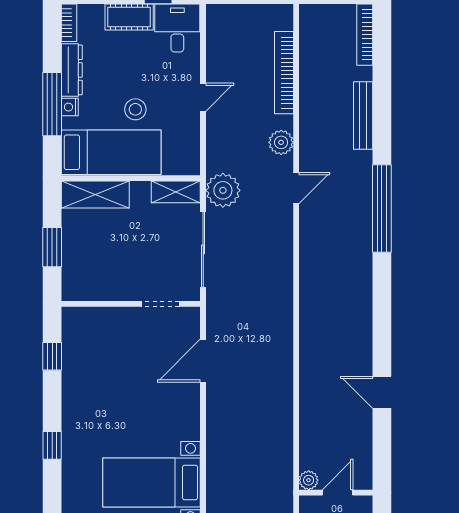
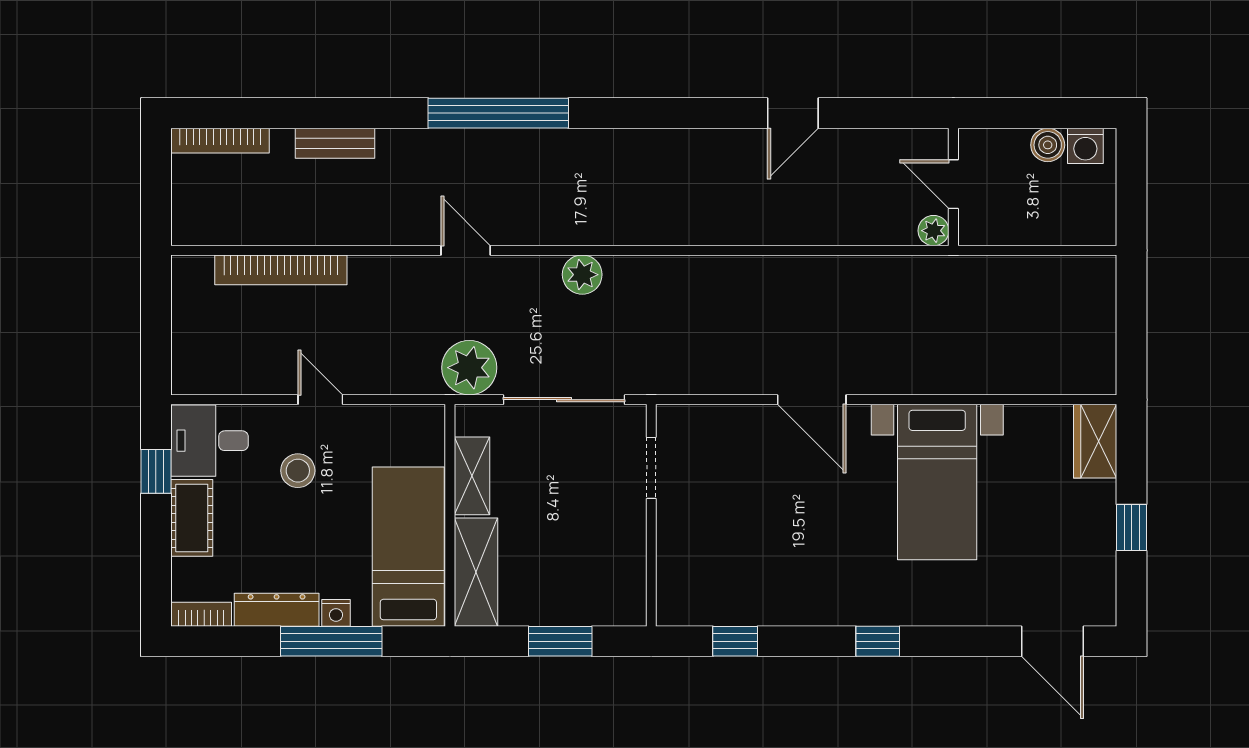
stool: (135, 109) -> (298, 471), moved
bench: (363, 115) -> (335, 143), width x0.73
plant: (281, 142) -> (582, 275), moved
shelving: (176, 192) -> (472, 476), moved
door: (203, 361) -> (812, 400), moved

